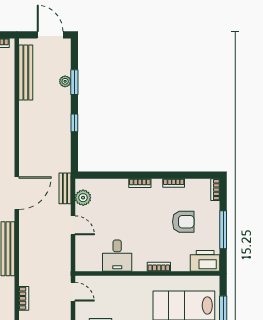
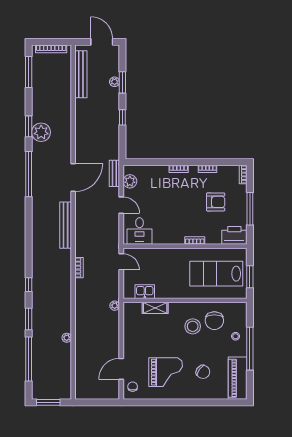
desk: (117, 256) -> (140, 231), moved

